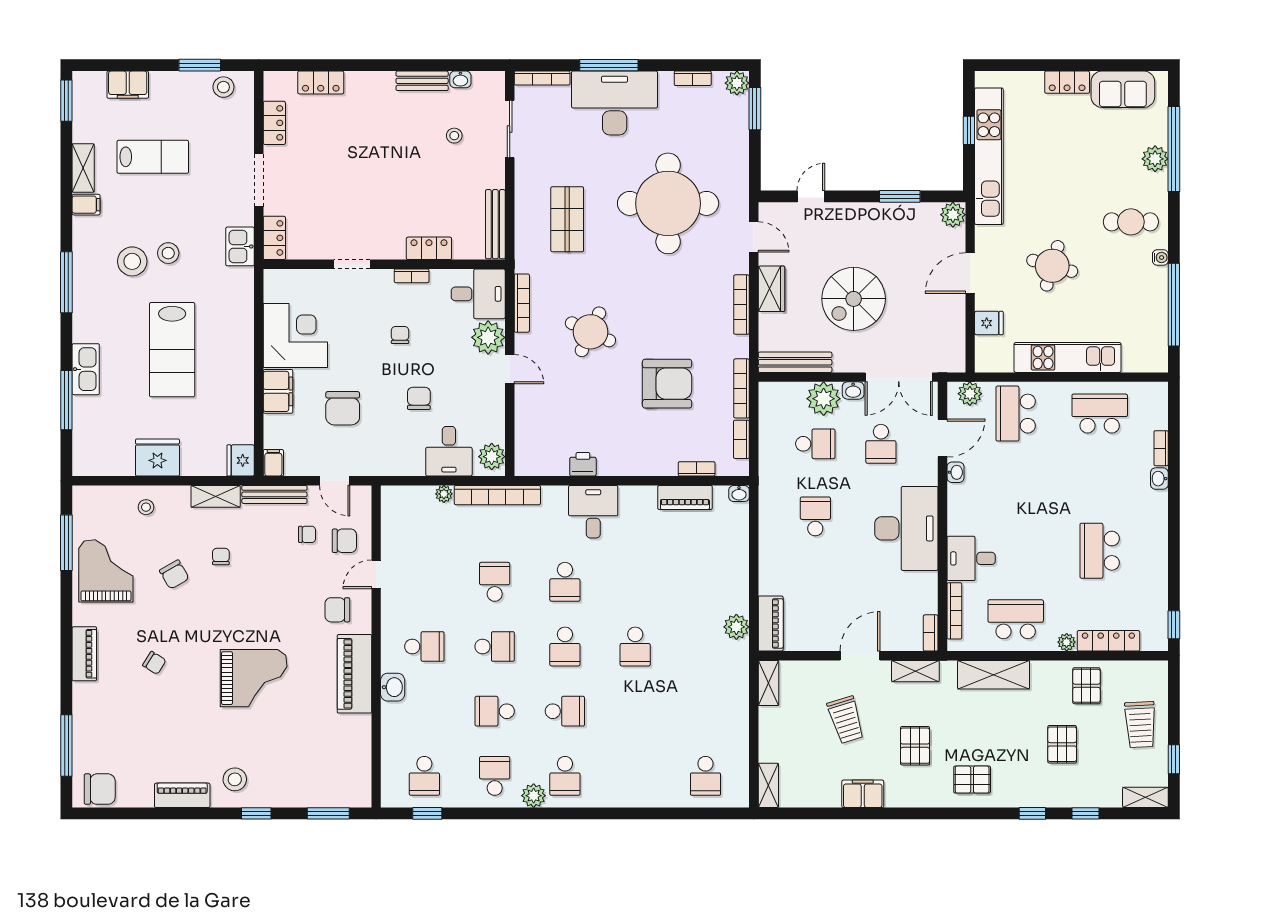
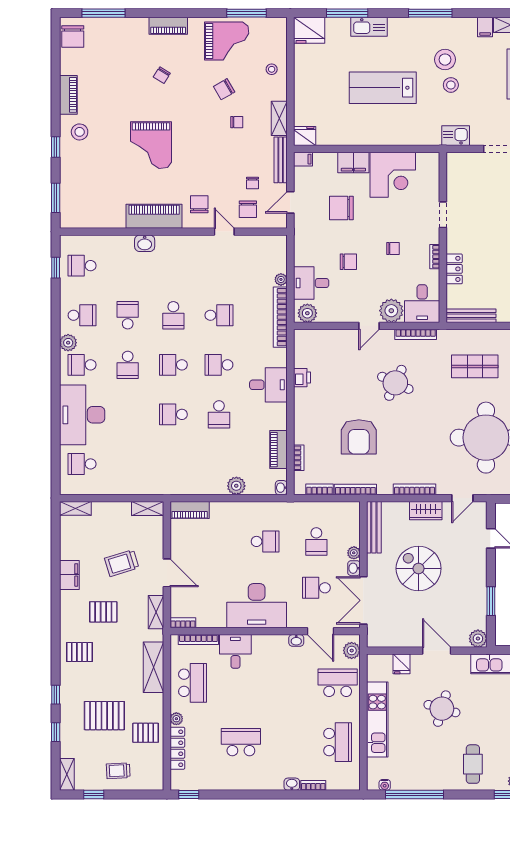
locker: (274, 238) -> (462, 160), removed
water cooler: (1160, 257) -> (385, 785), moved
plant: (824, 399) -> (354, 553), width x0.53, depth x0.53
fridge: (157, 458) -> (309, 30), moved, turned 90
plant: (736, 627) -> (236, 486), moved
school desk: (424, 646) -> (219, 414), moved
trolley: (1140, 725) -> (118, 771), width x0.73, depth x0.72
pallet: (1062, 744) -> (104, 716), width x1.50, depth x1.42
desk: (636, 776) -> (82, 415), added
pallet: (972, 780) -> (79, 652), turned 90

